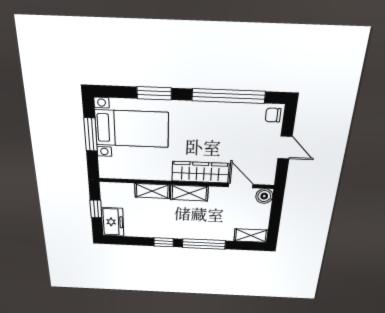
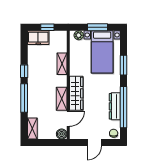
dresser: (226, 111) -> (115, 106), added
plant: (106, 165) -> (79, 35), added
shelving: (189, 193) -> (62, 99), moved

